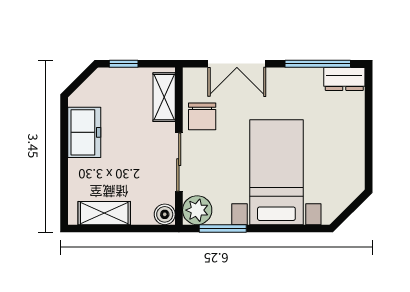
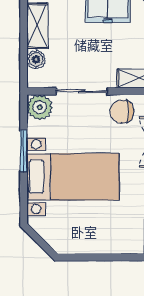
boiler: (165, 214) -> (36, 60), moved
window: (223, 229) -> (24, 151), moved

